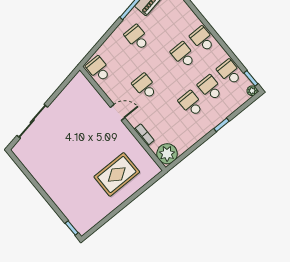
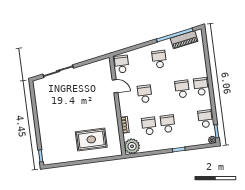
school desk: (210, 88) -> (149, 126), moved
door: (118, 112) -> (115, 86), moved

